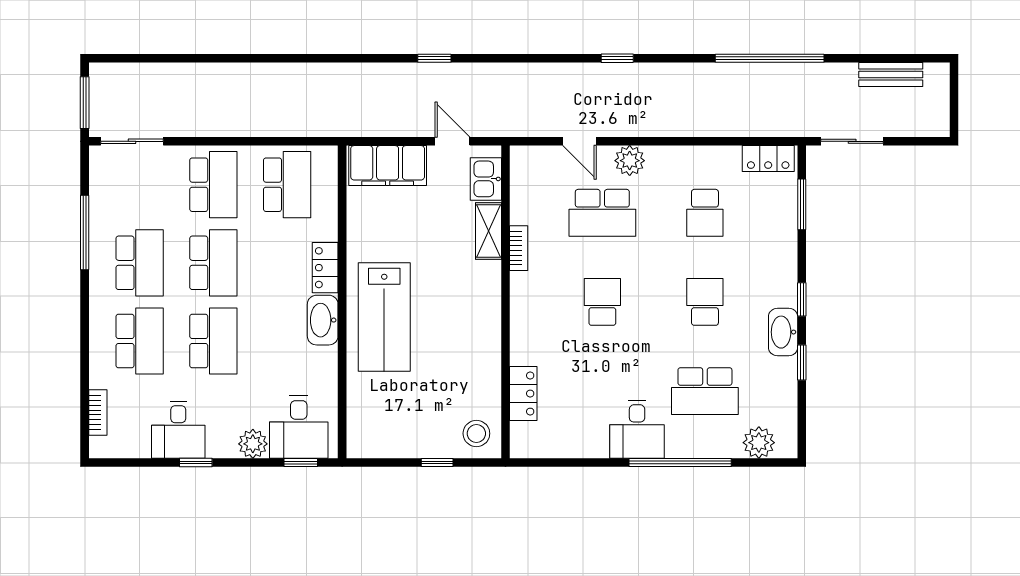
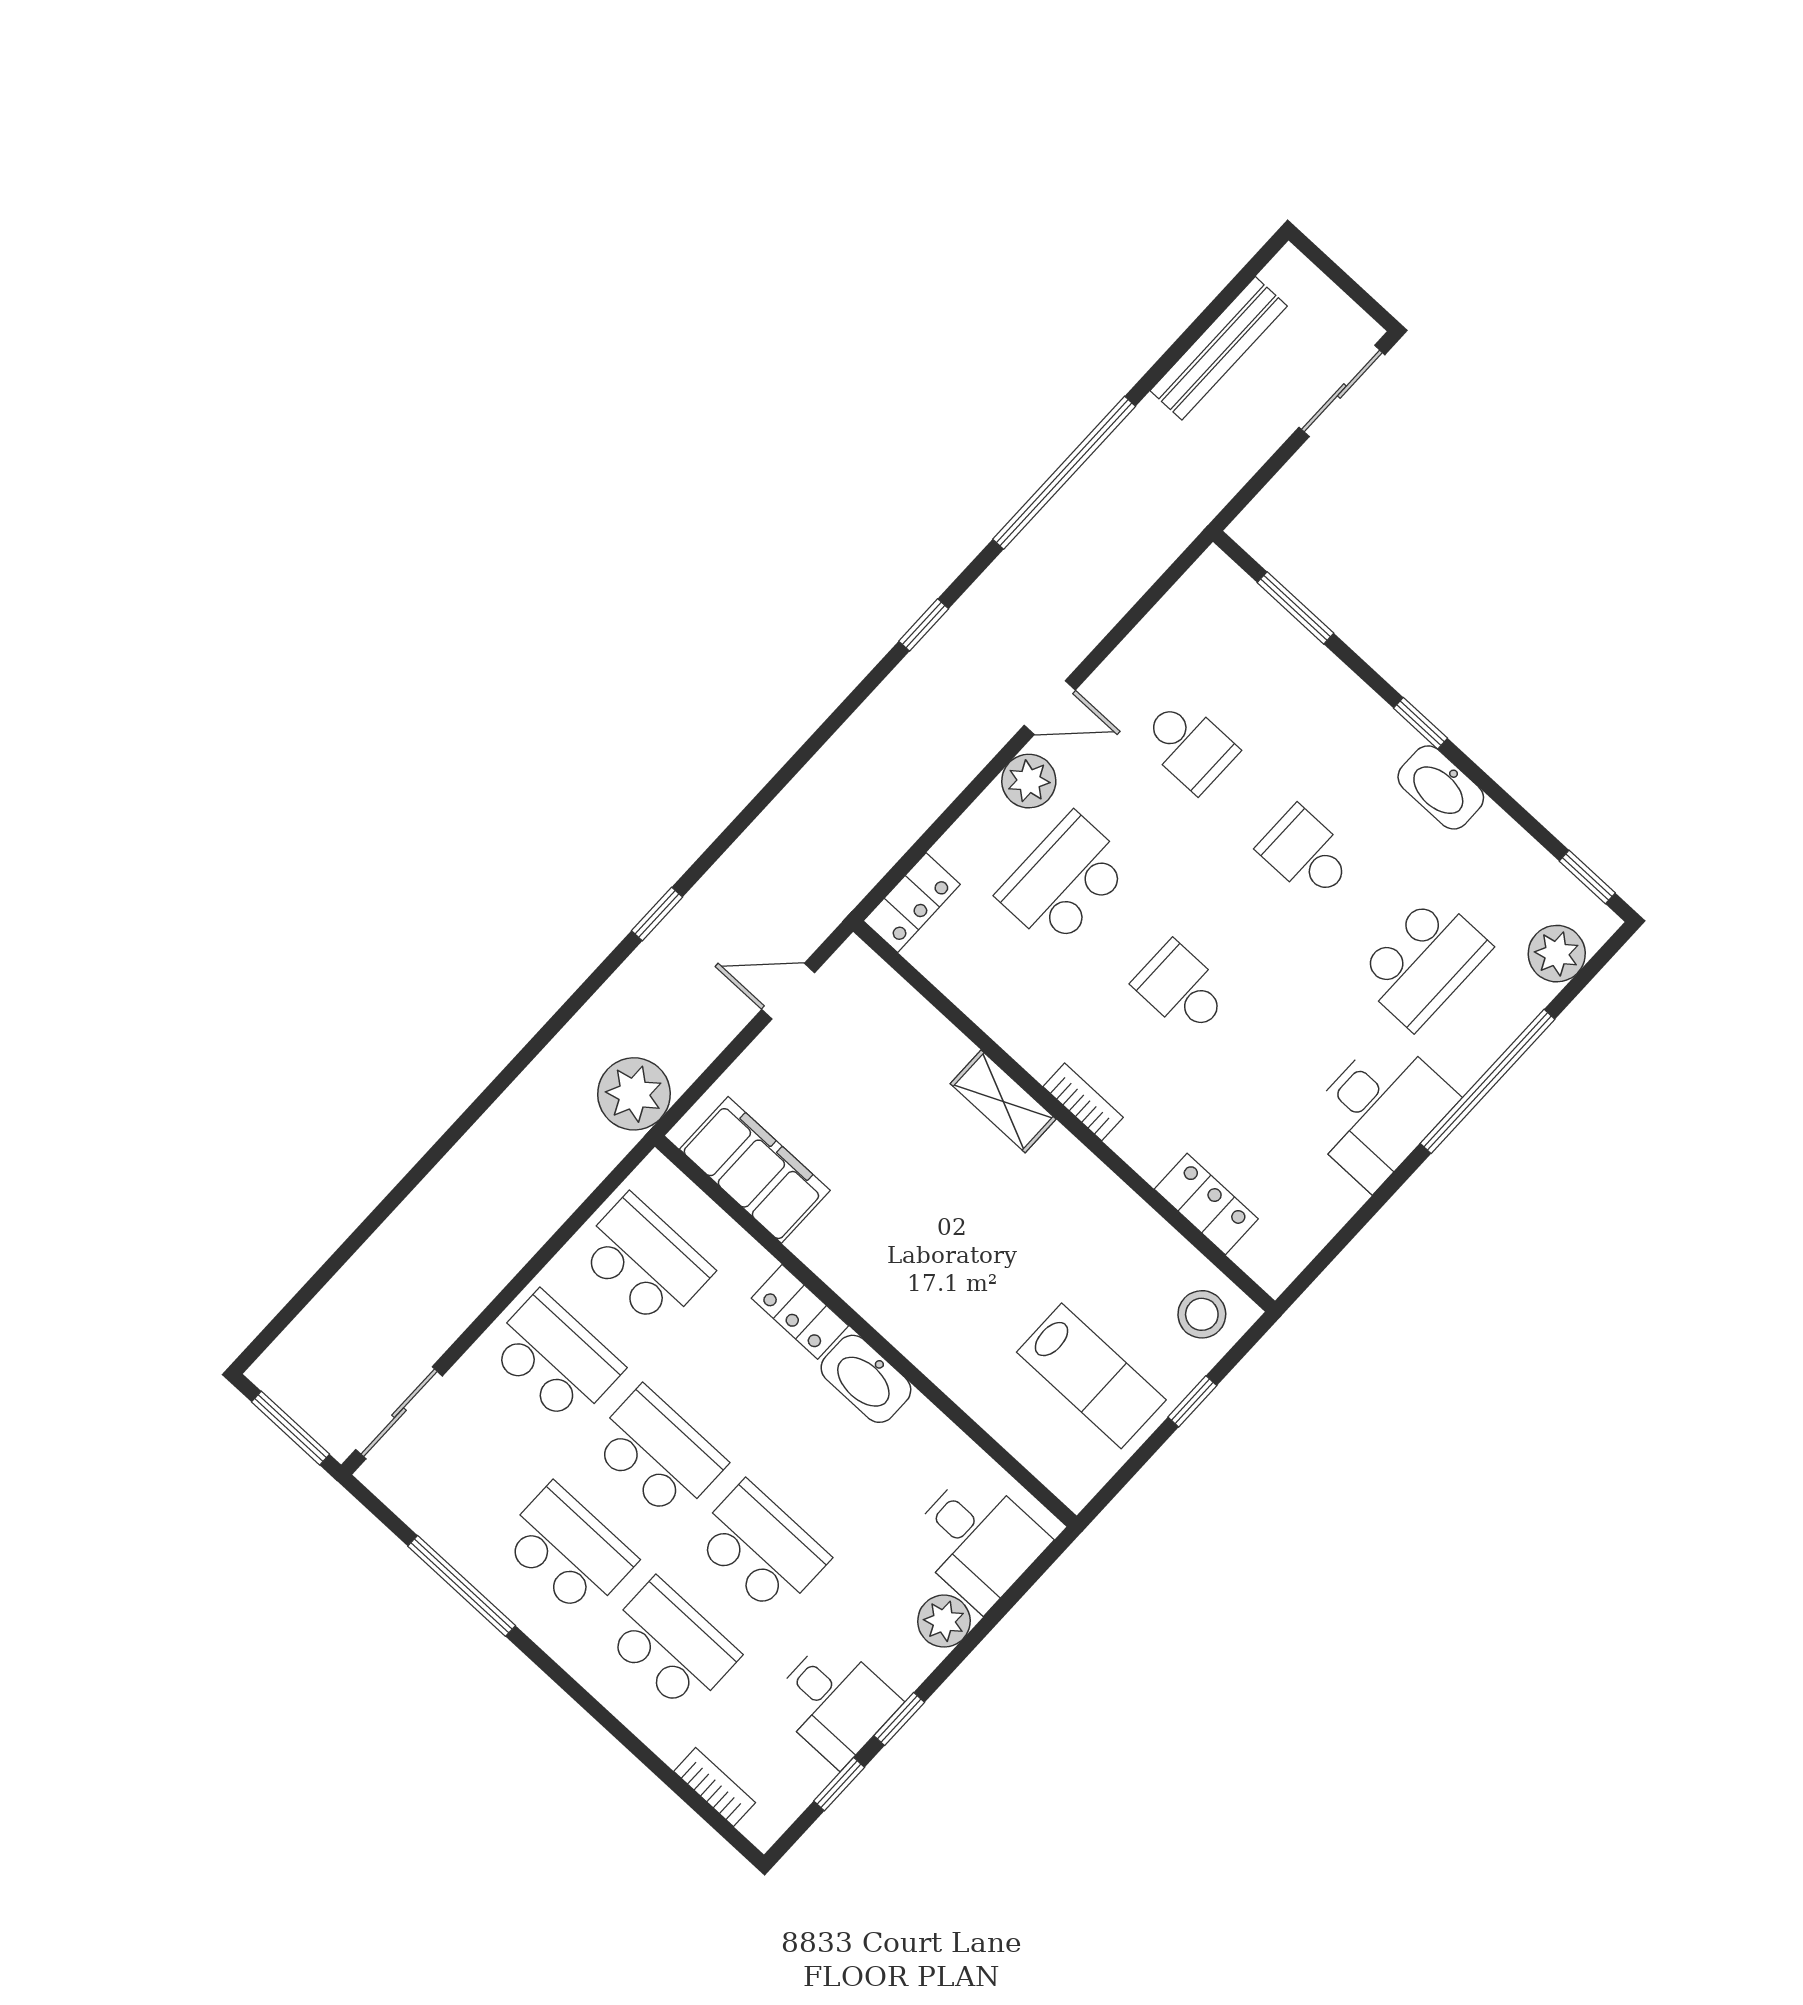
window: (617, 58) -> (924, 625), moved
bench: (891, 75) -> (1219, 348), width x1.36
plant: (352, 117) -> (634, 1094), added
door: (579, 141) -> (1050, 708), moved
sliding door: (852, 141) -> (1342, 391), moved
locker: (768, 159) -> (912, 903), moved
filing cabinet: (388, 166) -> (755, 1170), moved, turned -90
kitchen sink: (486, 179) -> (878, 993), removed
school desk: (602, 213) -> (1064, 881), turned 180
shelving: (489, 231) -> (1003, 1101), moved
bookcase: (519, 248) -> (1083, 1102), moved
lab bench: (384, 317) -> (1091, 1376), moved, width x0.73, depth x0.72
window: (802, 363) -> (1587, 877), moved
desk: (637, 429) -> (1379, 1111), width x1.37
window: (301, 463) -> (839, 1784), moved

